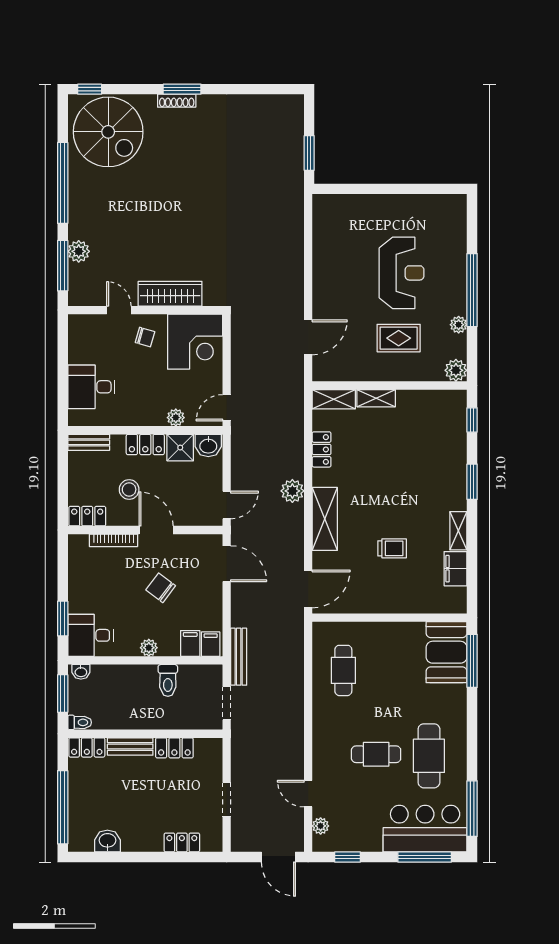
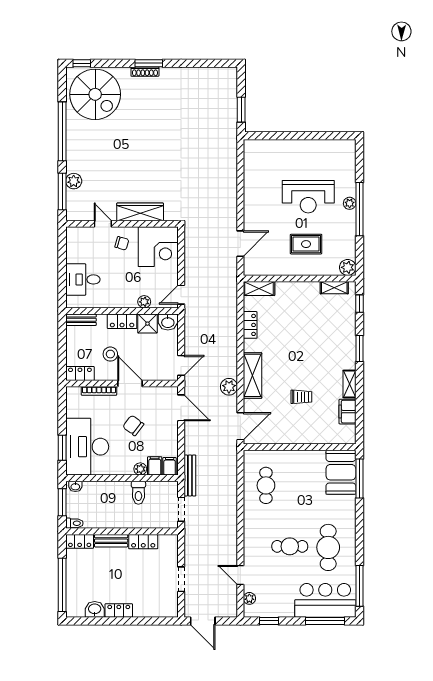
reception desk: (402, 273) -> (308, 197), turned 90
plant: (459, 325) -> (350, 203), moved
shelving: (376, 398) -> (334, 288), moved
plant: (292, 491) -> (229, 387), moved
desk: (90, 635) -> (87, 447), width x1.87, depth x1.30
plant: (149, 648) -> (140, 469), moved
locker: (182, 842) -> (119, 610), moved
door: (278, 857) -> (203, 621), moved

